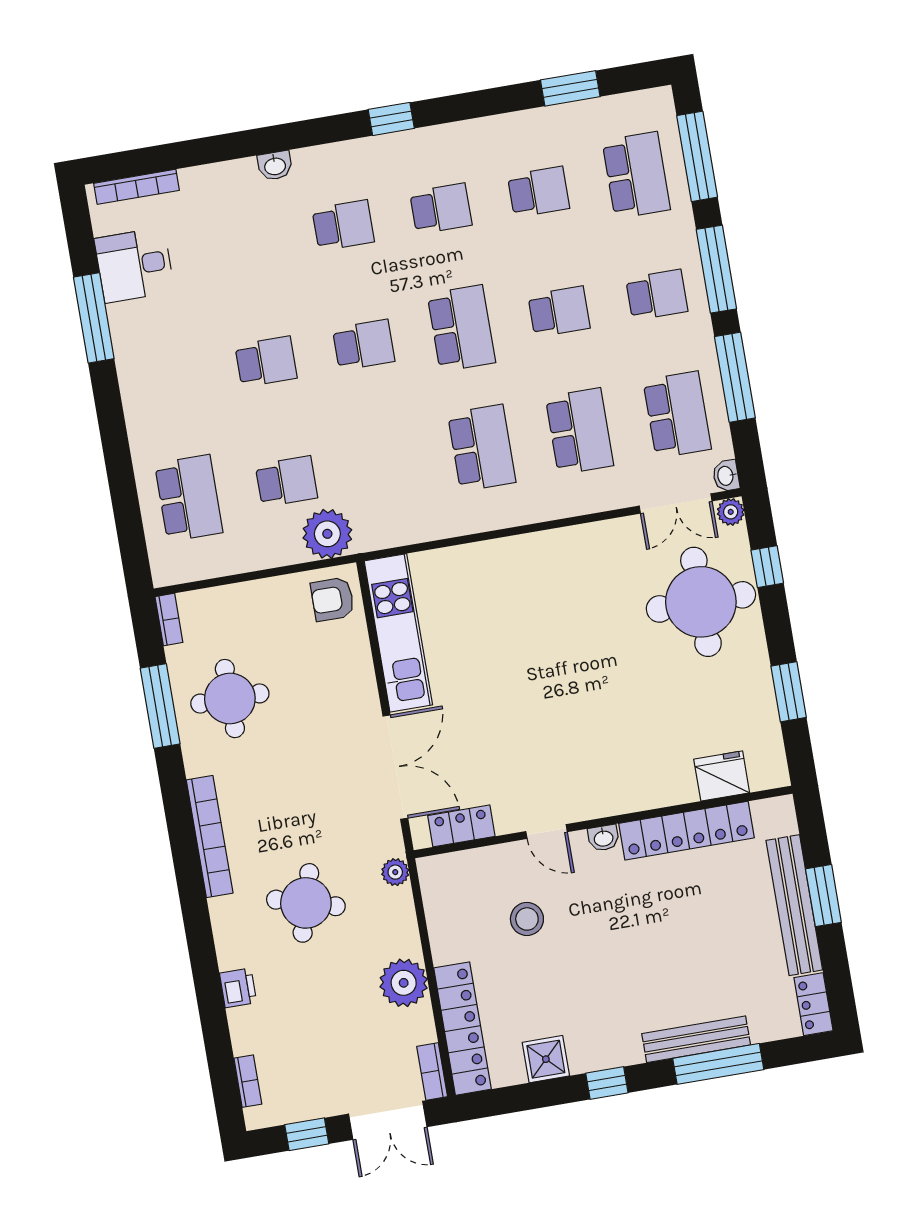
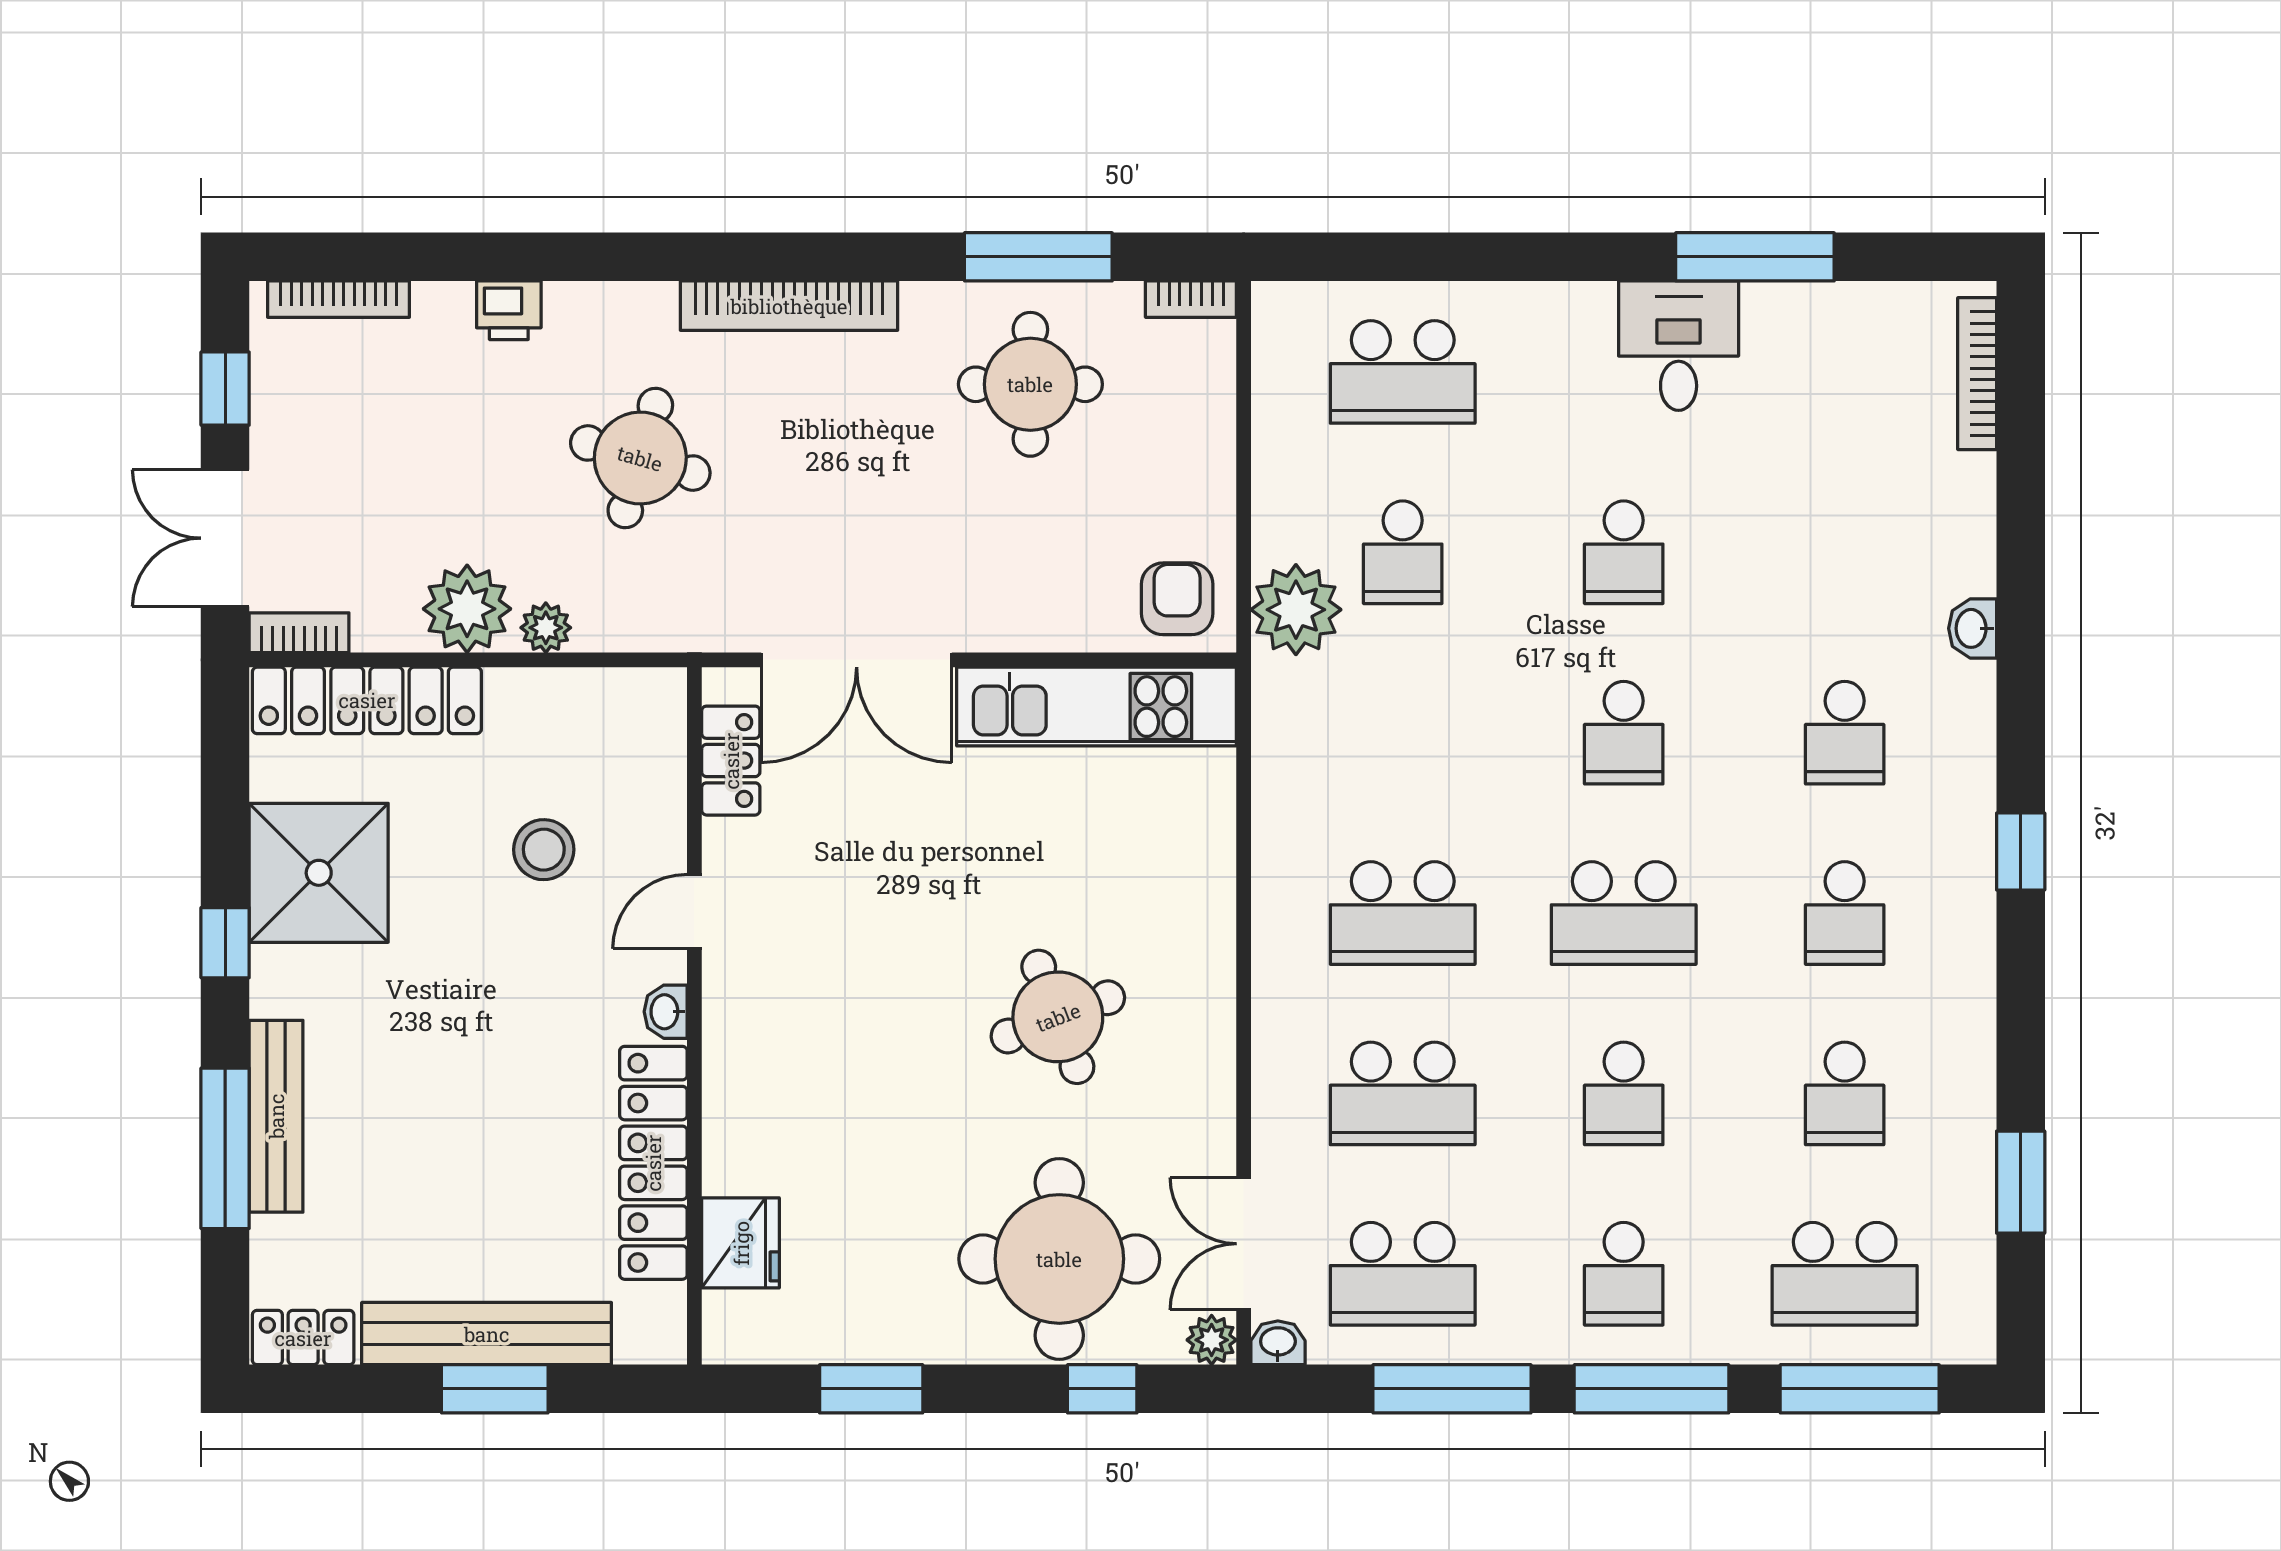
desk: (134, 265) -> (1679, 346), moved
round table: (570, 625) -> (1058, 1017), added
plant: (395, 872) -> (546, 628), moved
shower: (546, 1059) -> (319, 873), width x1.86, depth x1.86
bookcase: (248, 1081) -> (338, 299), width x1.56

